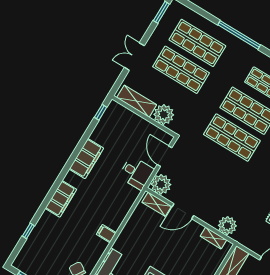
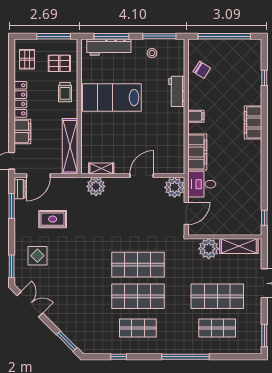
shop shelf: (197, 43) -> (217, 328), width x0.70, depth x0.74
door: (165, 156) -> (186, 213), hinge flipped
filing cabinet: (86, 159) -> (197, 152), moved, turned 180
shelving: (157, 204) -> (168, 168), removed

